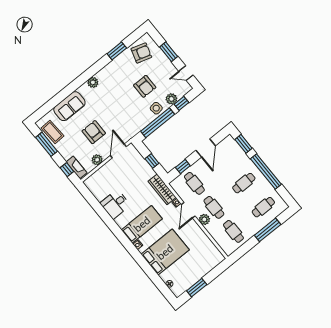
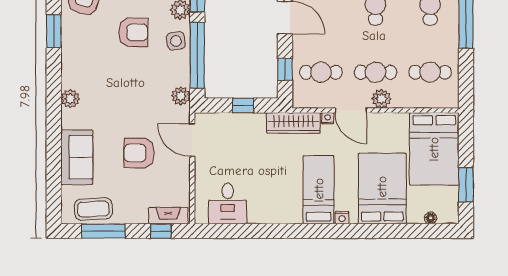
plant: (97, 160) -> (181, 96), moved
desk: (115, 204) -> (228, 204), moved
bed: (201, 261) -> (434, 149), added

